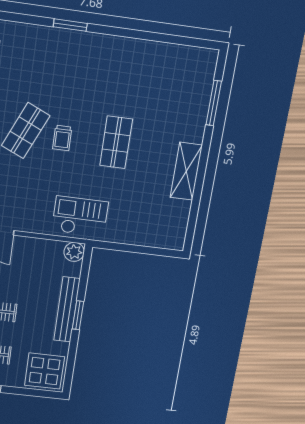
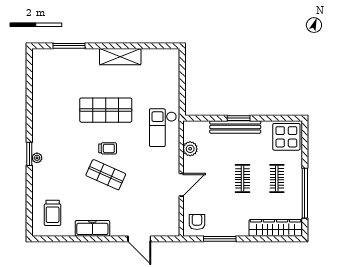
plant: (63, 36) -> (37, 158), added
shop shelf: (116, 142) -> (106, 110), width x1.43, depth x1.36
plant: (74, 252) -> (190, 149), moved

